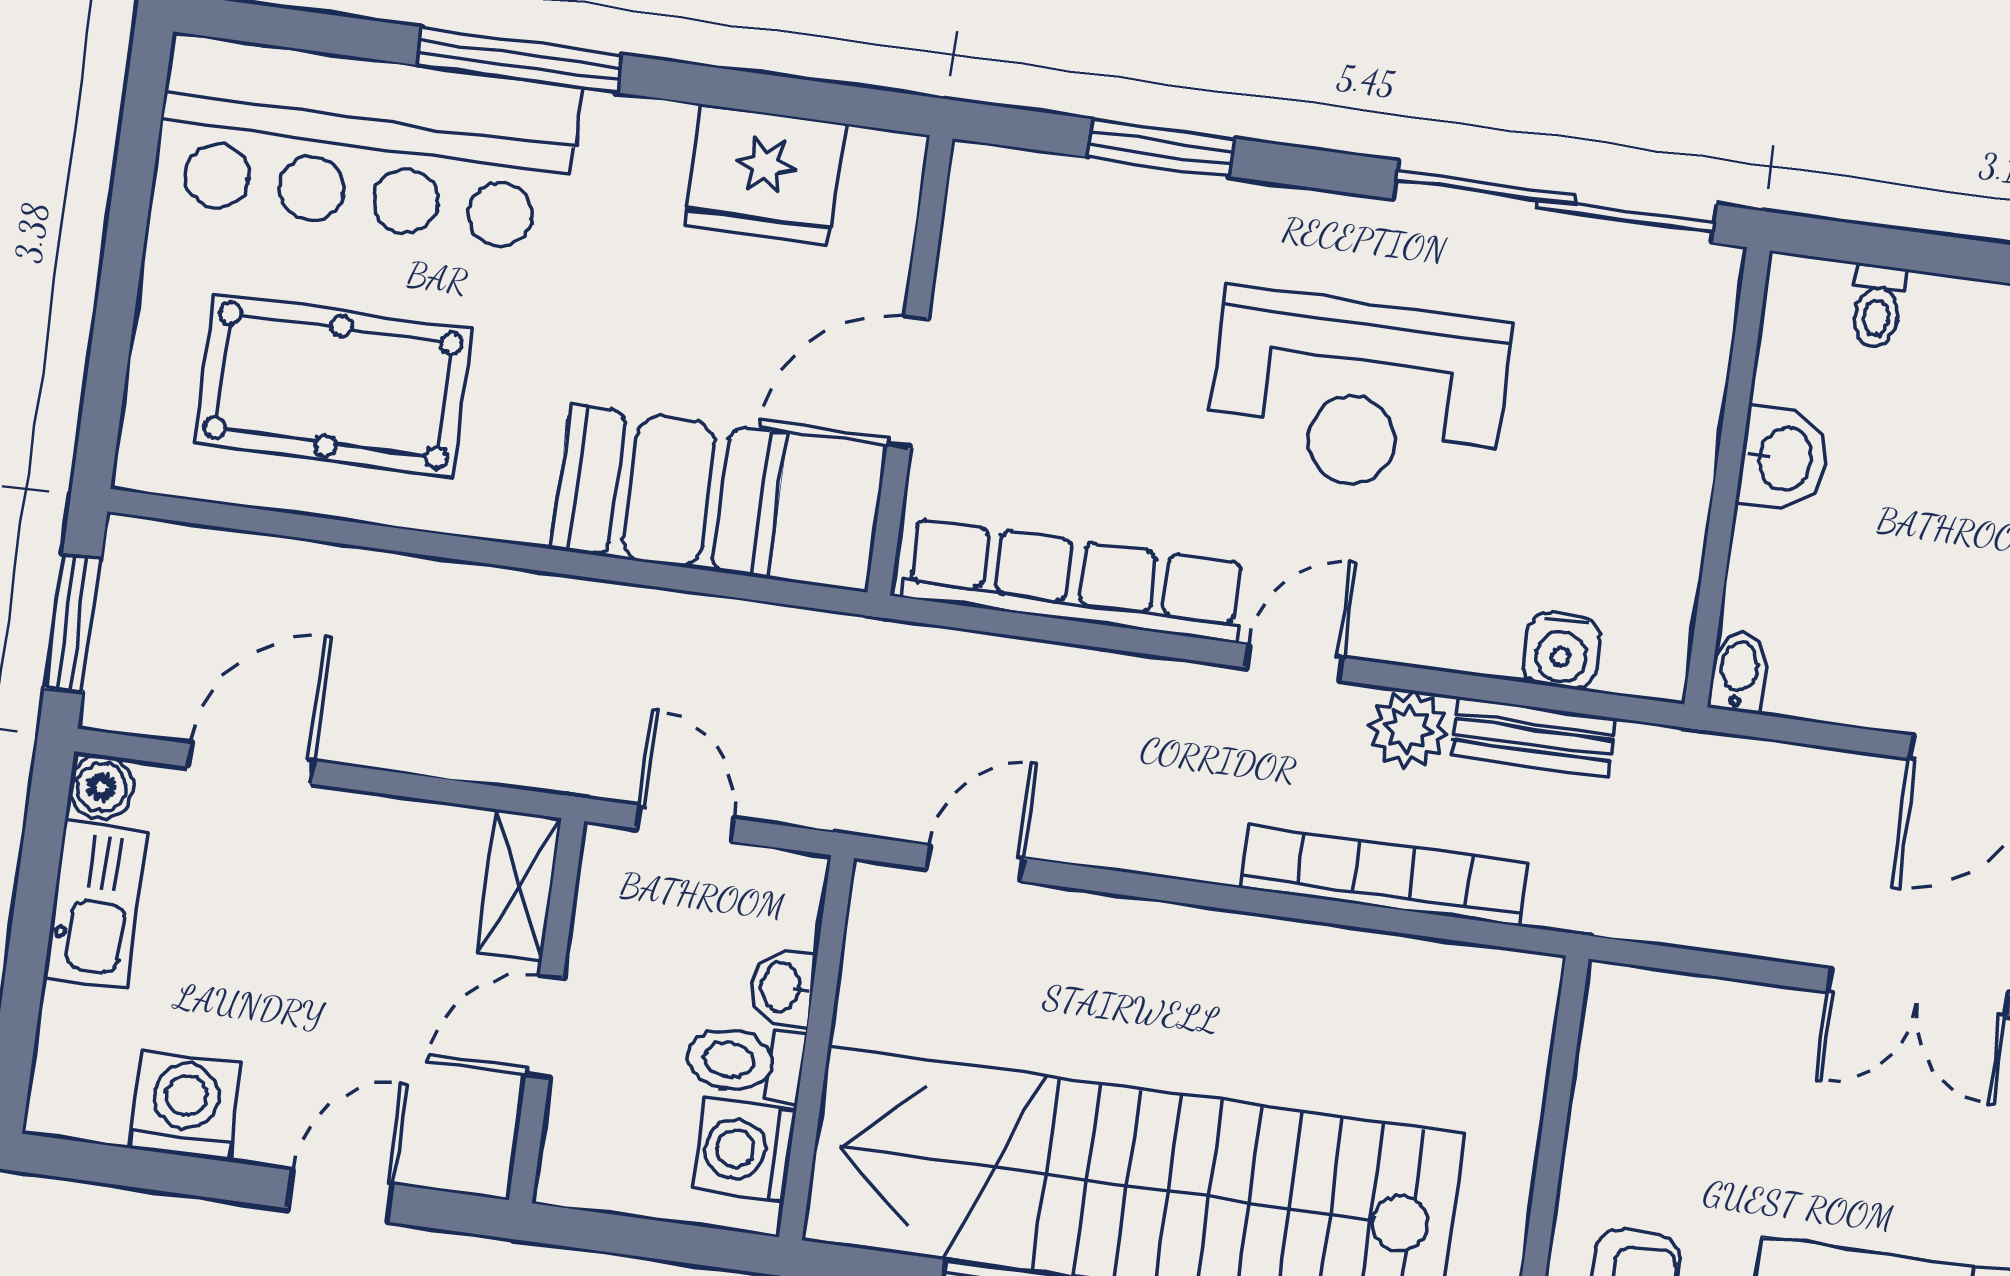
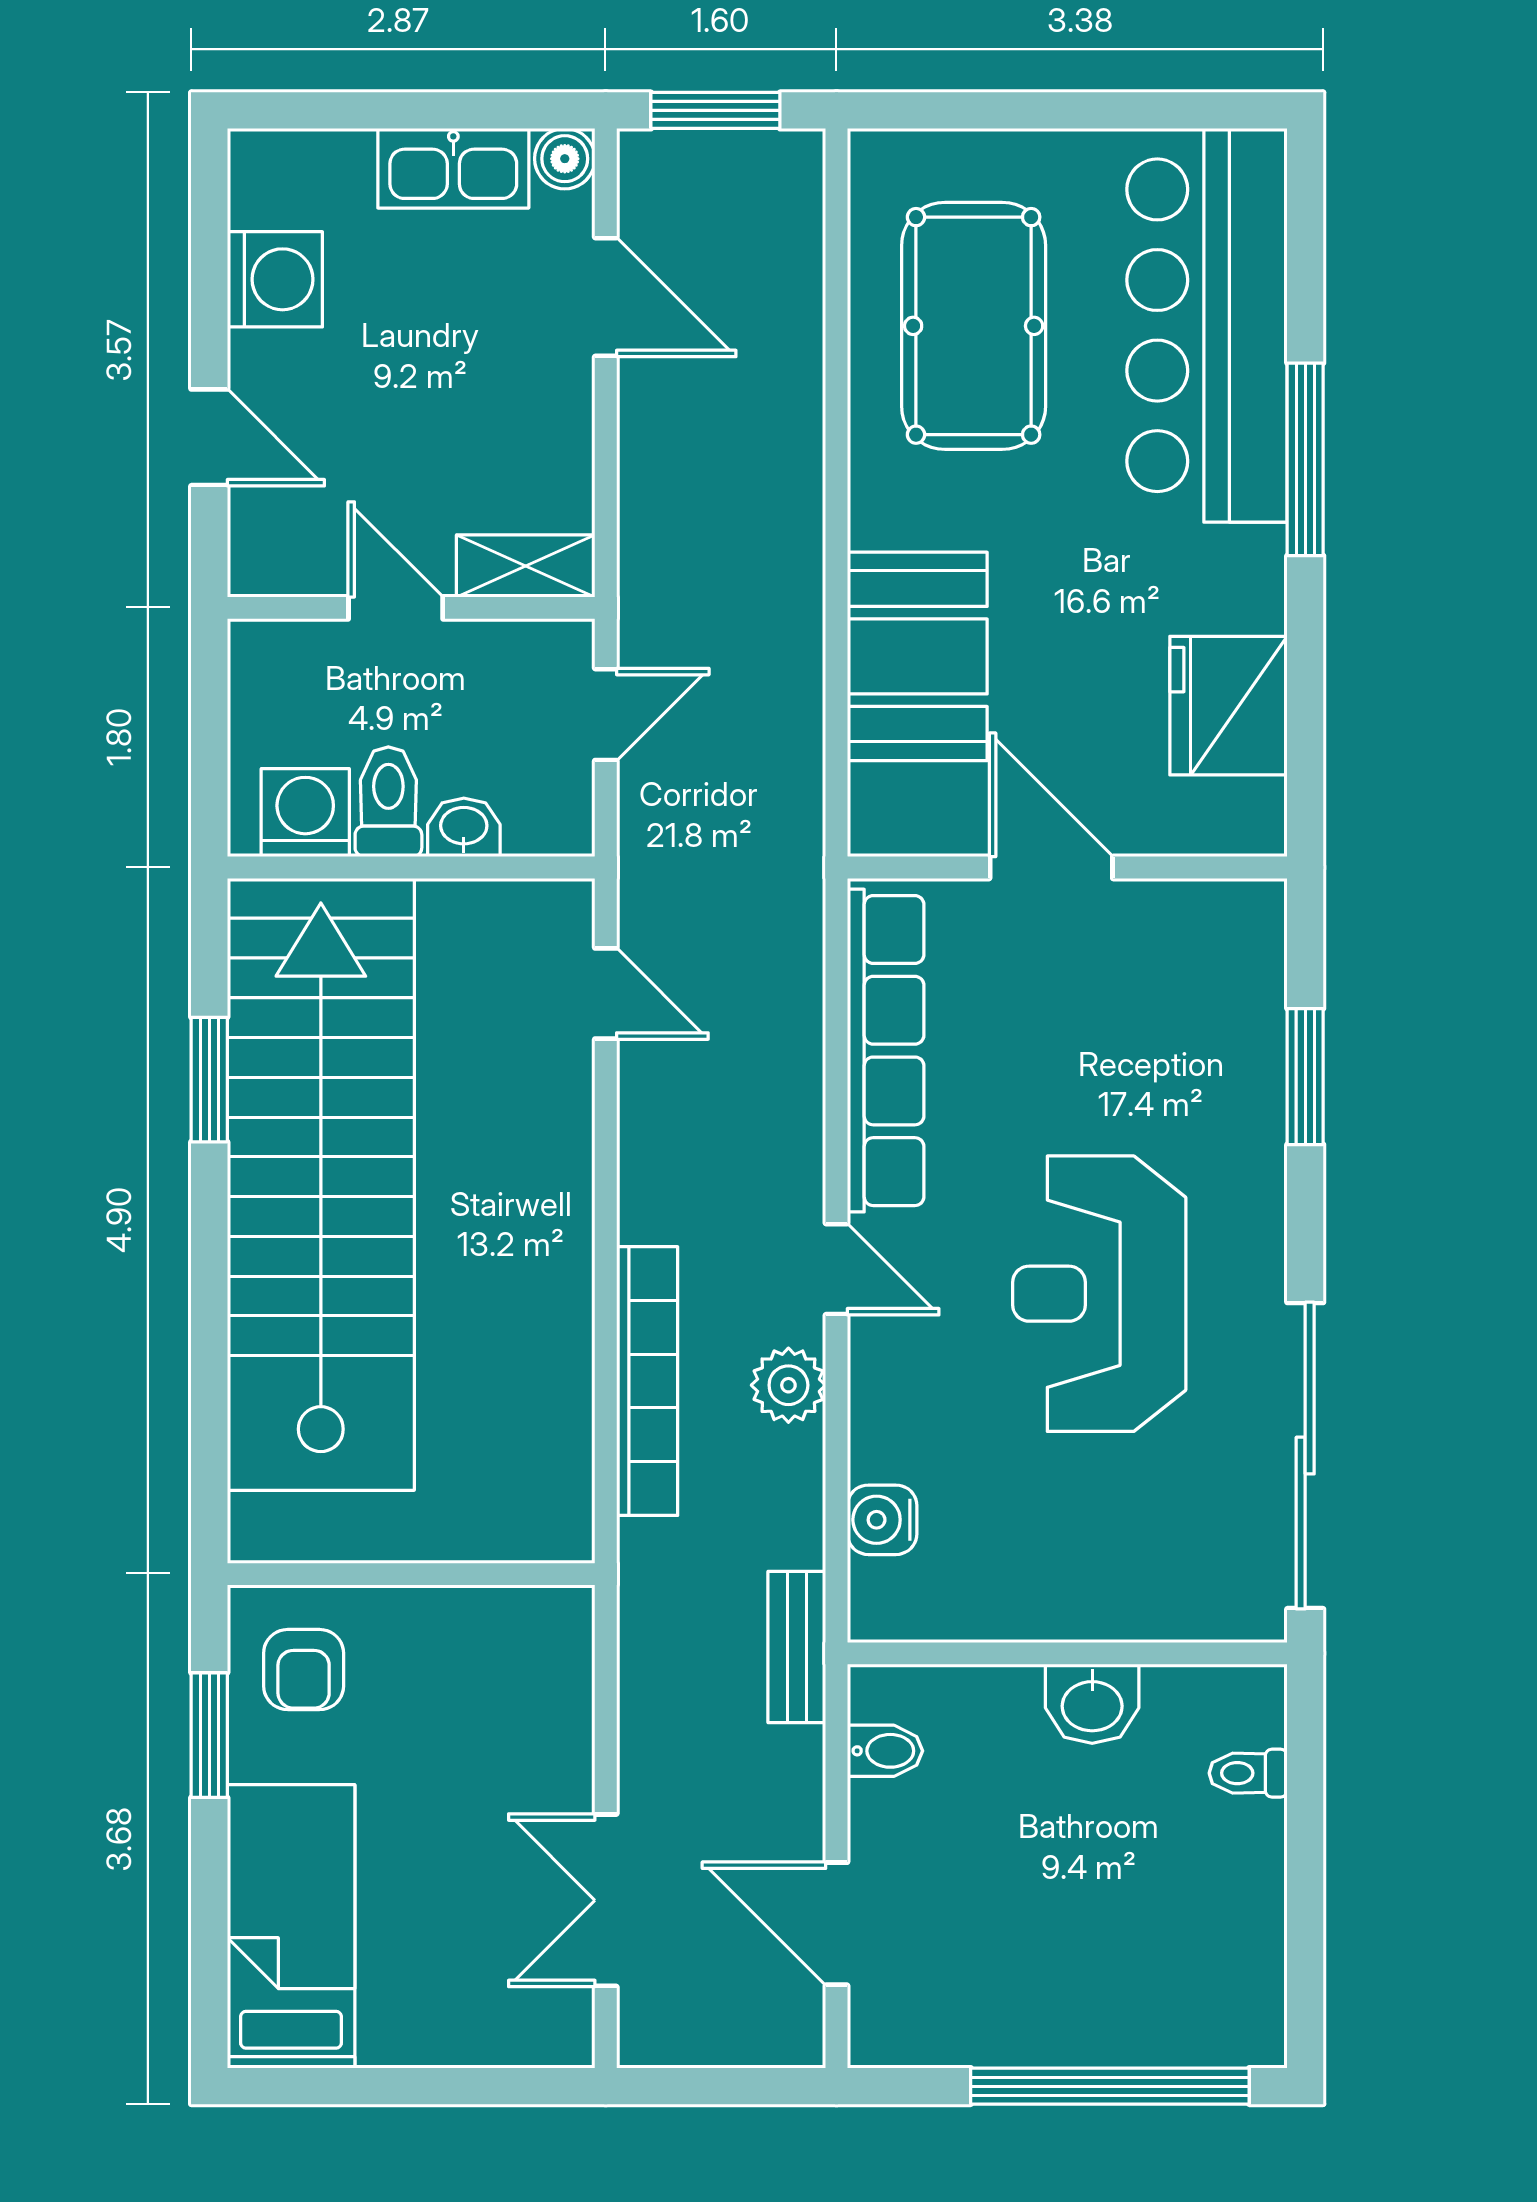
bidet: (1739, 672) -> (885, 1751), moved
bench: (1533, 737) -> (797, 1647), moved

